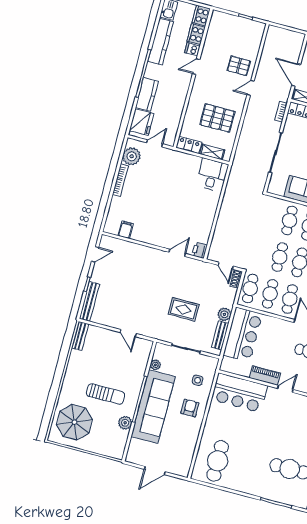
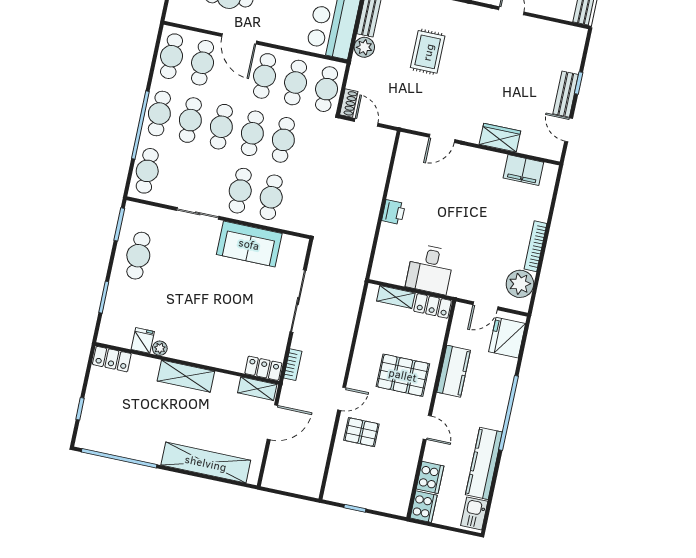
dishwasher: (192, 49) -> (434, 454), removed
door: (196, 67) -> (427, 427), hinge flipped
door: (296, 75) -> (272, 422), hinge flipped
kitchen counter: (147, 94) -> (454, 371), moved, turned 180
pallet: (217, 118) -> (403, 375), moved
desk: (212, 175) -> (430, 269), moved
filing cabinet: (126, 230) -> (523, 170), width x2.00
printer: (199, 250) -> (393, 212), moved
wardrobe: (140, 251) -> (500, 138), added
door: (95, 254) -> (569, 130), hinge flipped
bench: (89, 301) -> (566, 94), moved, width x0.73
rug: (184, 309) -> (428, 52), turned 90

